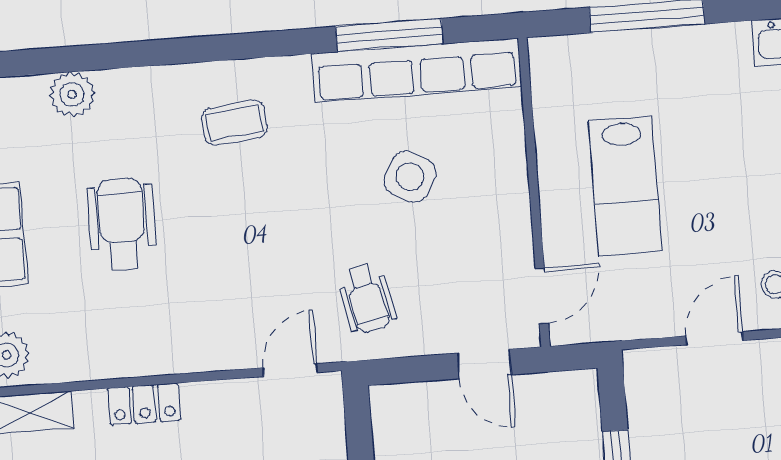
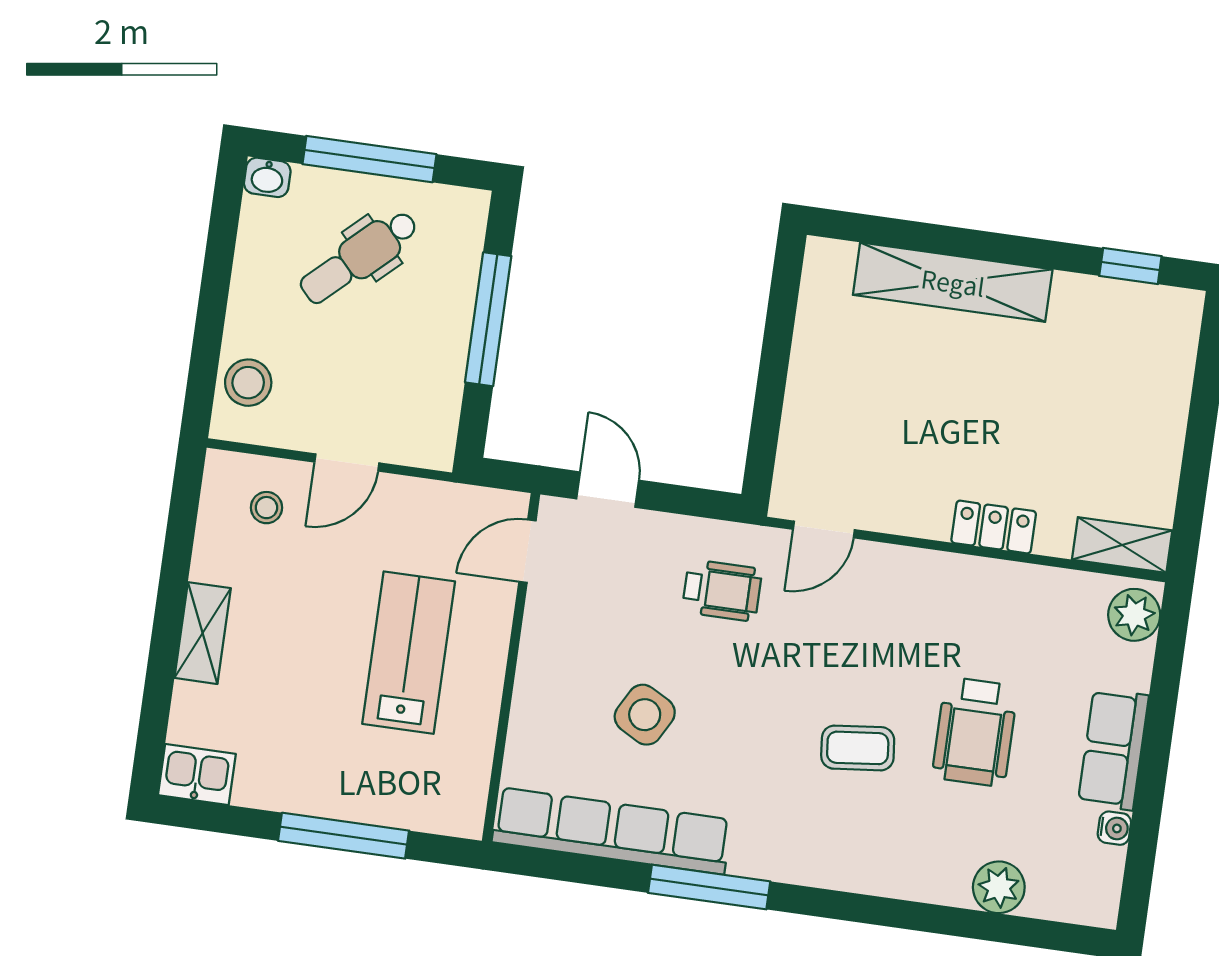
window: (389, 35) -> (709, 887), moved
coffee table: (235, 123) -> (858, 748), moved
wheelchair: (367, 298) -> (722, 590), turned 102

